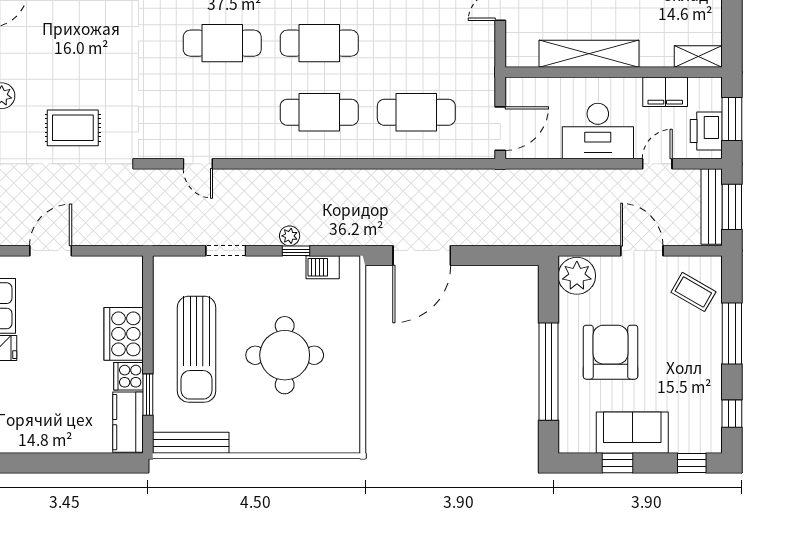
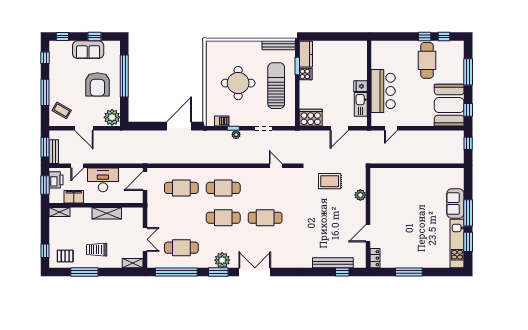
shelving: (589, 54) -> (107, 213), width x0.68
bench: (712, 206) -> (54, 152), width x0.73
cooker: (124, 334) -> (311, 118), moved, turned -90

